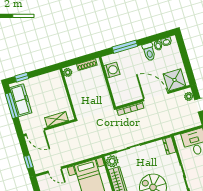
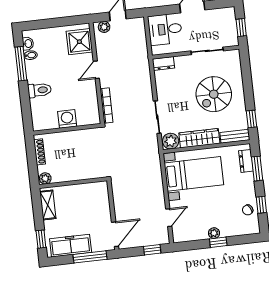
window: (125, 47) -> (21, 64), moved
toilet: (149, 52) -> (40, 90), moved
washing machine: (112, 70) -> (67, 119), moved
door: (156, 96) -> (96, 70), width x0.53
window: (12, 106) -> (90, 257), moved
shelving: (56, 119) -> (48, 205), moved

